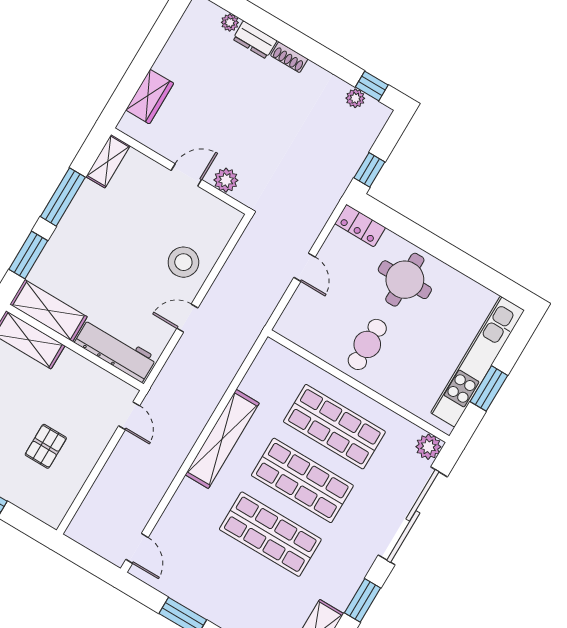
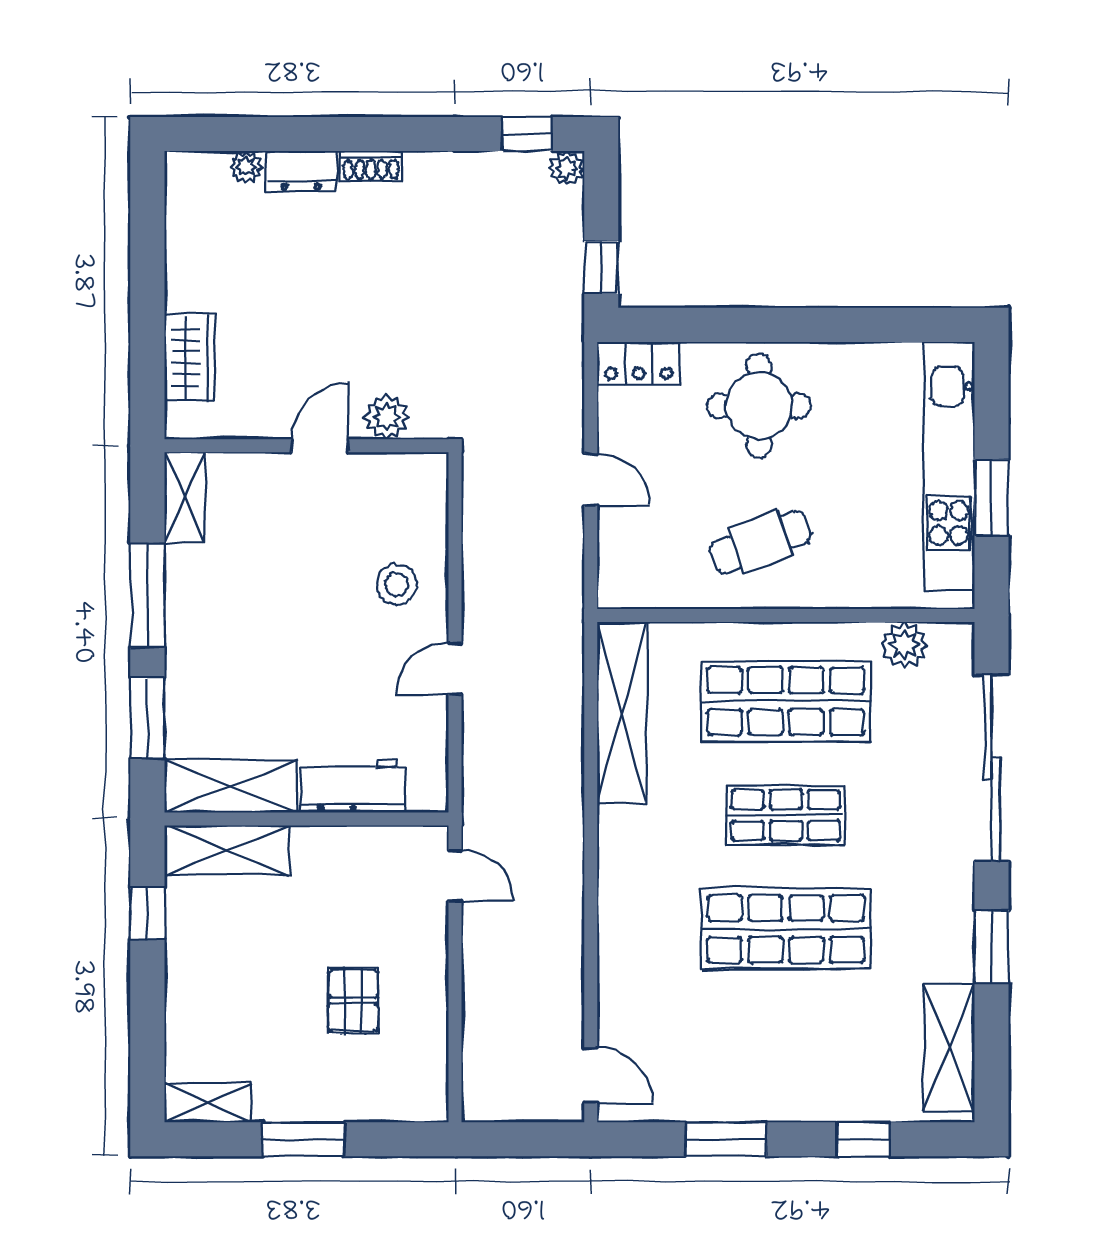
plant: (355, 98) -> (567, 168), moved
stool: (183, 262) -> (397, 585), width x0.73, depth x0.73
cafe table: (367, 344) -> (760, 542), turned 69
workbench: (115, 350) -> (353, 786), width x0.73
shelving: (222, 439) -> (622, 713), moved
plant: (428, 447) -> (904, 645), moved
shop shelf: (302, 480) -> (786, 815), width x0.70, depth x0.74

